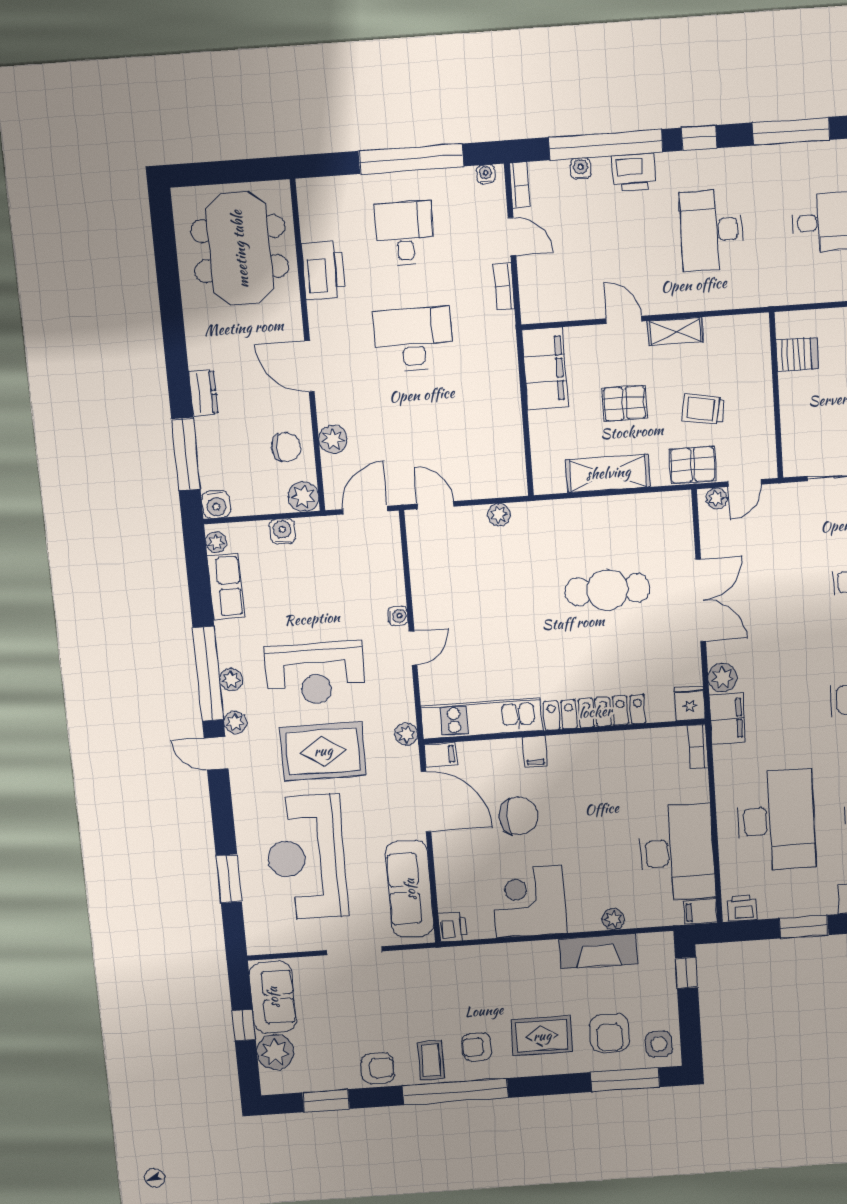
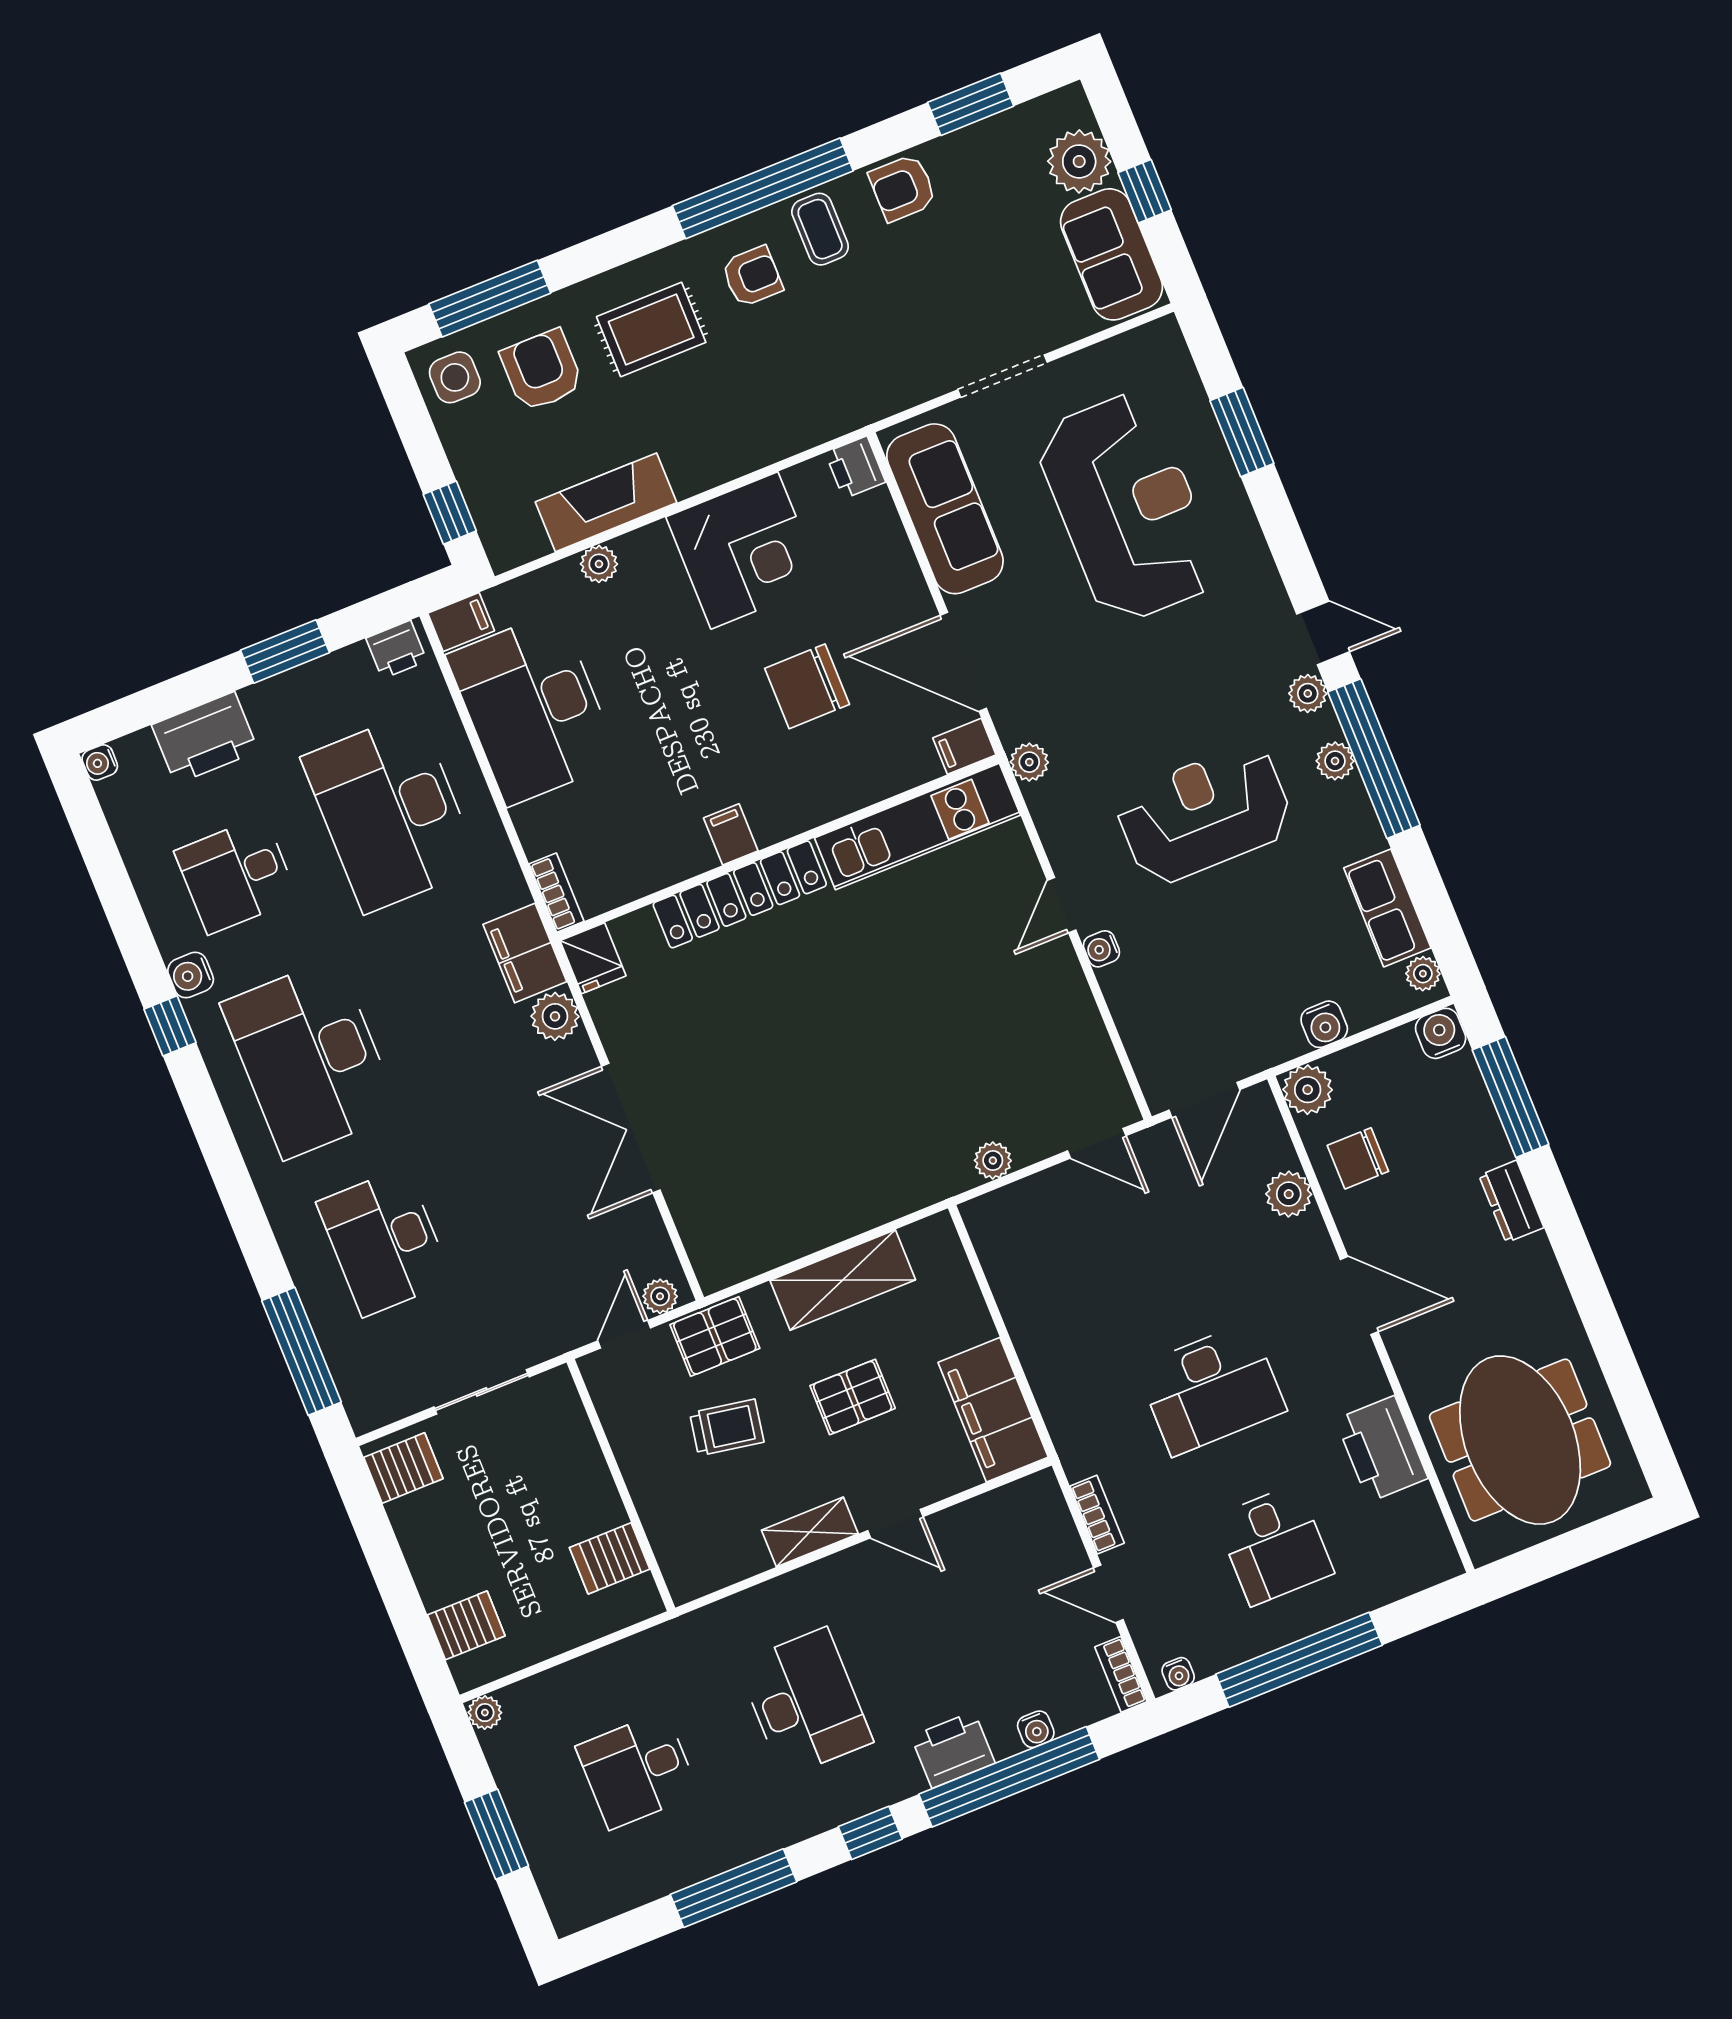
cafe table: (608, 590) -> (784, 1097), removed
rug: (323, 751) -> (1154, 691), removed
filing cabinet: (535, 751) -> (731, 834), moved

